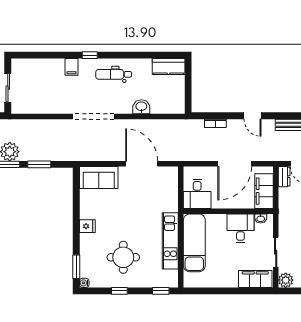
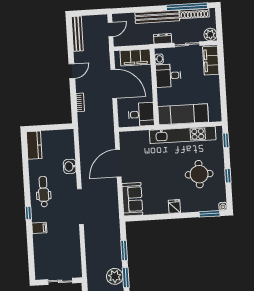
dental chair: (114, 74) -> (44, 192), turned 180
dresser: (284, 177) -> (163, 39), moved
kitchen unit: (170, 241) -> (183, 135), width x1.36

